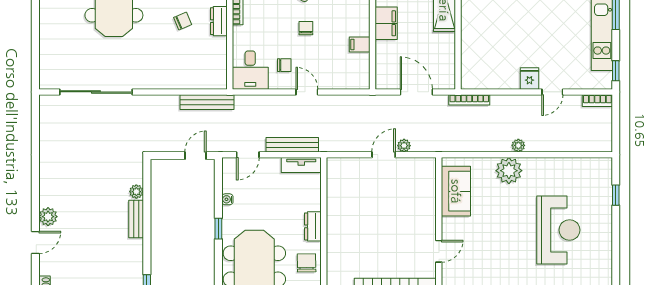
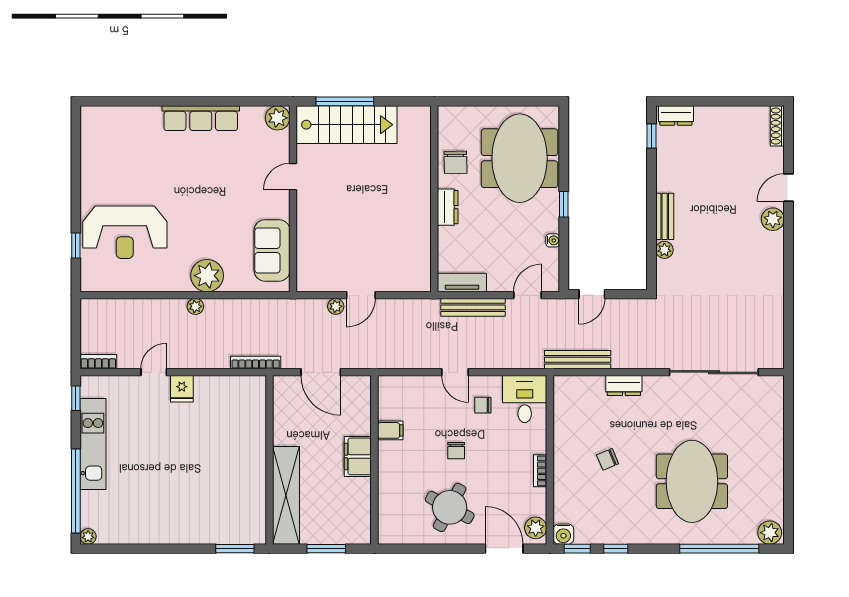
dresser: (219, 21) -> (624, 385), moved, turned 90
reception desk: (558, 230) -> (125, 232), moved, turned -90

